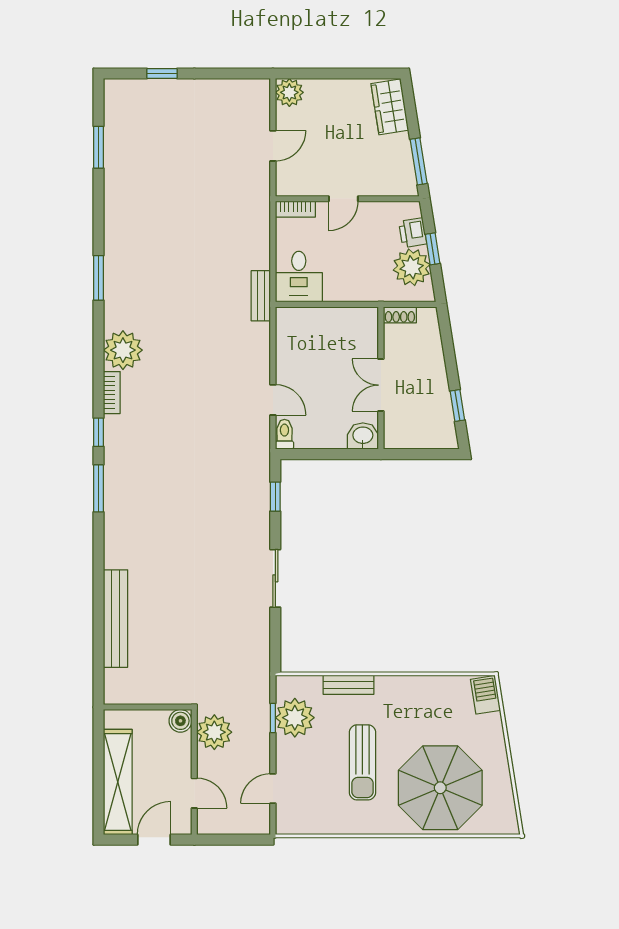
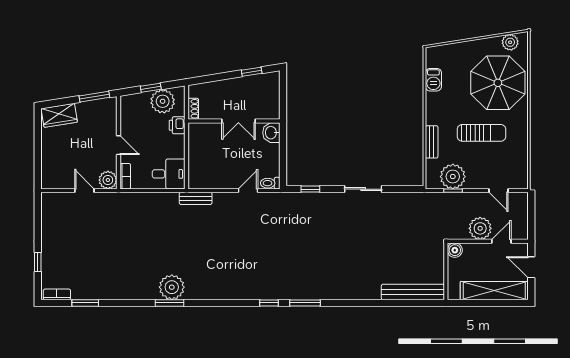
plant: (289, 92) -> (108, 180), moved
printer: (413, 233) -> (177, 125), moved, turned 99
bench: (261, 296) -> (196, 198), moved
plant: (123, 350) -> (172, 287), moved
bookcase: (112, 393) -> (57, 294), moved
bench: (116, 619) -> (413, 292), moved
barbecue: (486, 695) -> (433, 80), moved, turned -81
plant: (214, 732) -> (480, 228), moved
plant: (503, 807) -> (510, 42), added

